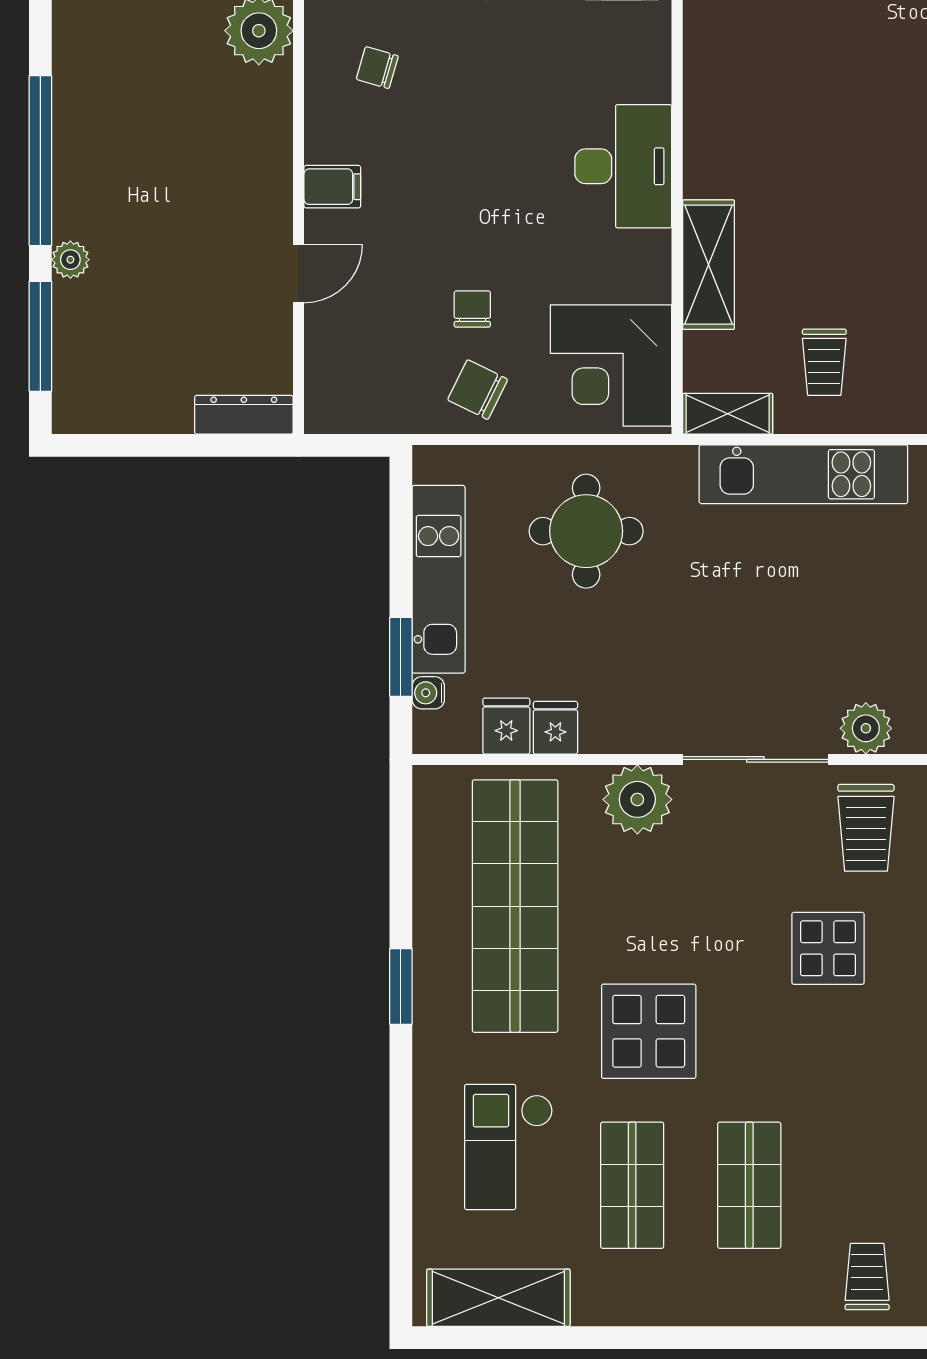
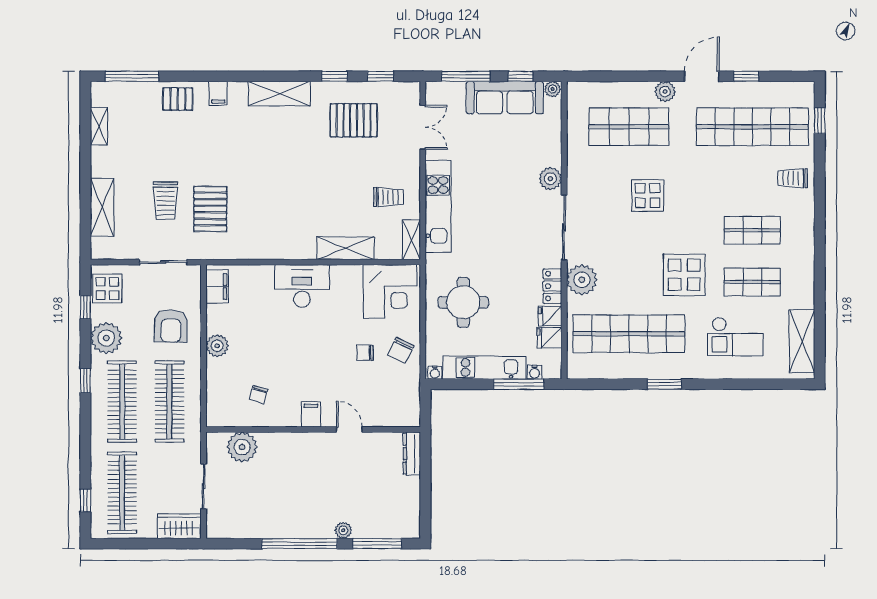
water cooler: (427, 467) -> (435, 373), added
window: (401, 657) -> (519, 384), width x1.44
locker: (623, 733) -> (552, 286), added
trolley: (866, 828) -> (594, 179), removed

